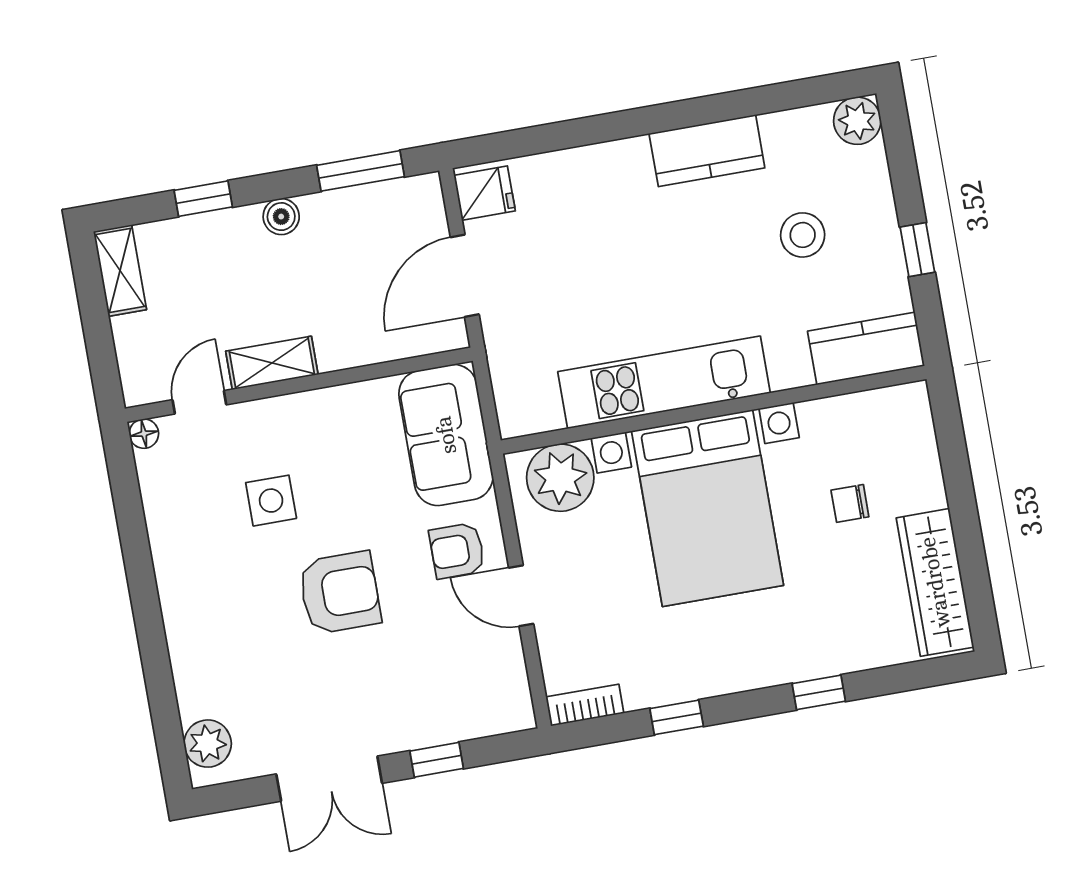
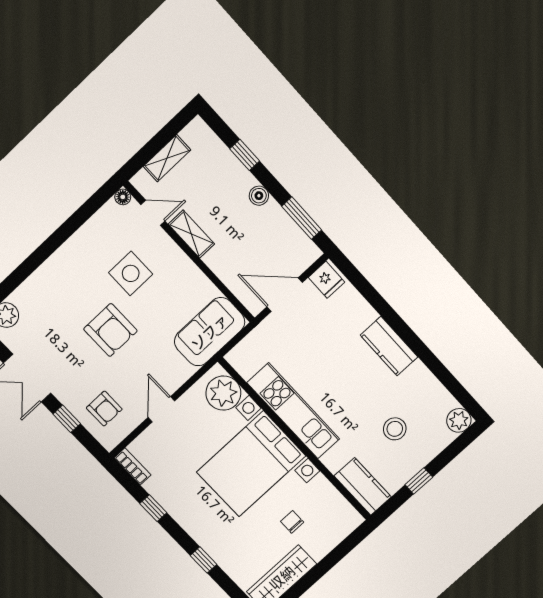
kitchen counter: (707, 151) -> (389, 346), moved
shelving: (120, 270) -> (167, 158), moved
side table: (271, 501) -> (131, 273), width x1.37, depth x1.37
armchair: (457, 551) -> (104, 409), moved, turned 180

